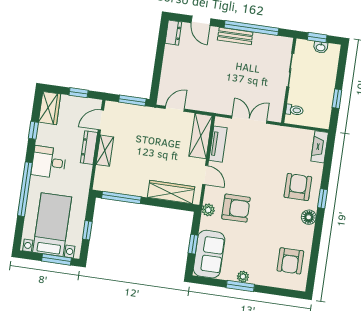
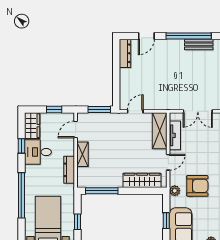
door: (201, 21) -> (146, 36), hinge flipped
dresser: (173, 33) -> (125, 53), width x1.44
bench: (235, 36) -> (199, 44), moved
double door: (249, 120) -> (198, 111), swing flipped
dresser: (89, 148) -> (69, 170), moved
desk: (49, 162) -> (38, 152), moved
door: (205, 175) -> (168, 162), hinge flipped

